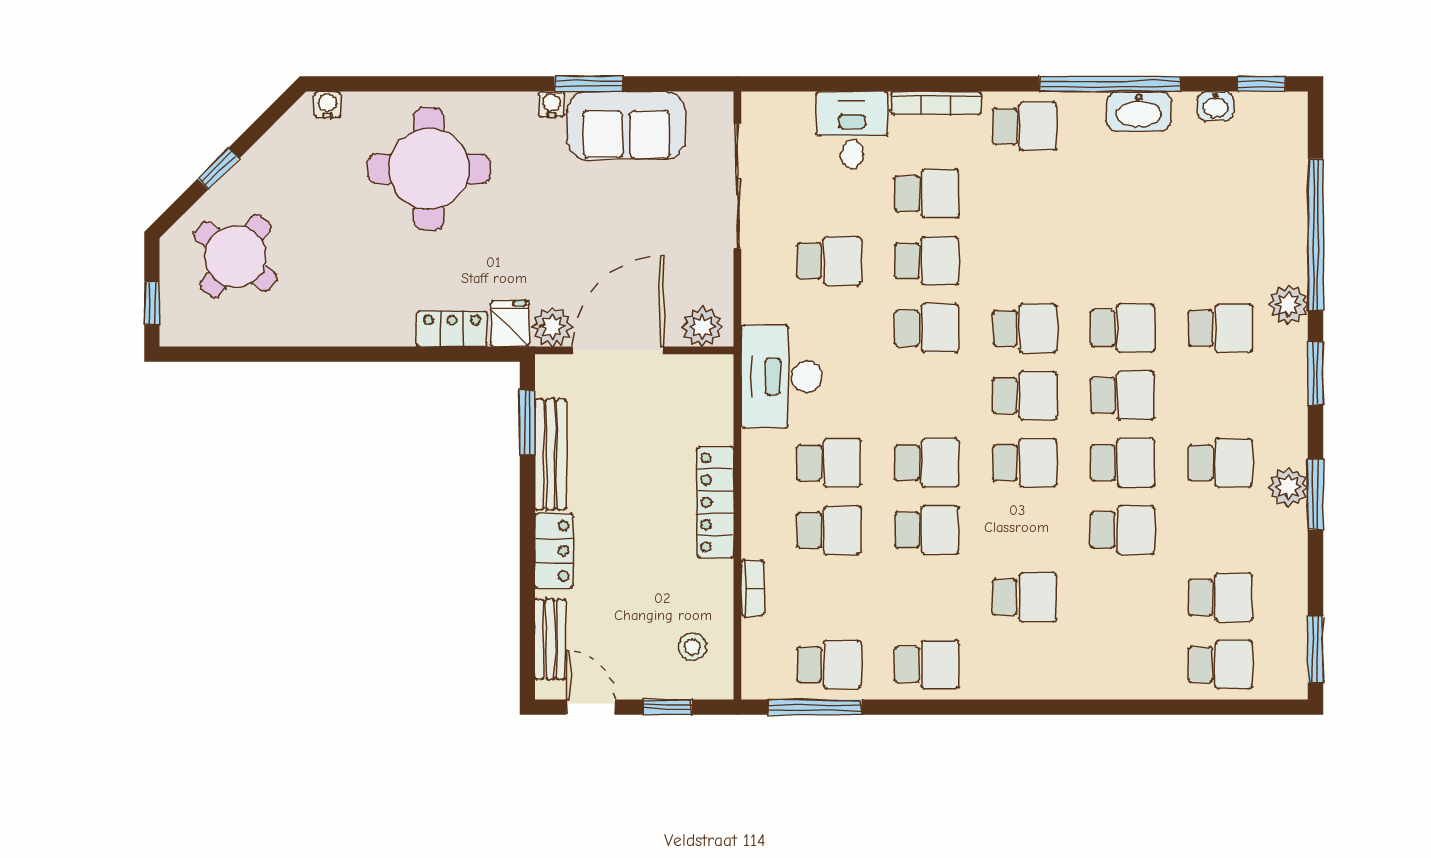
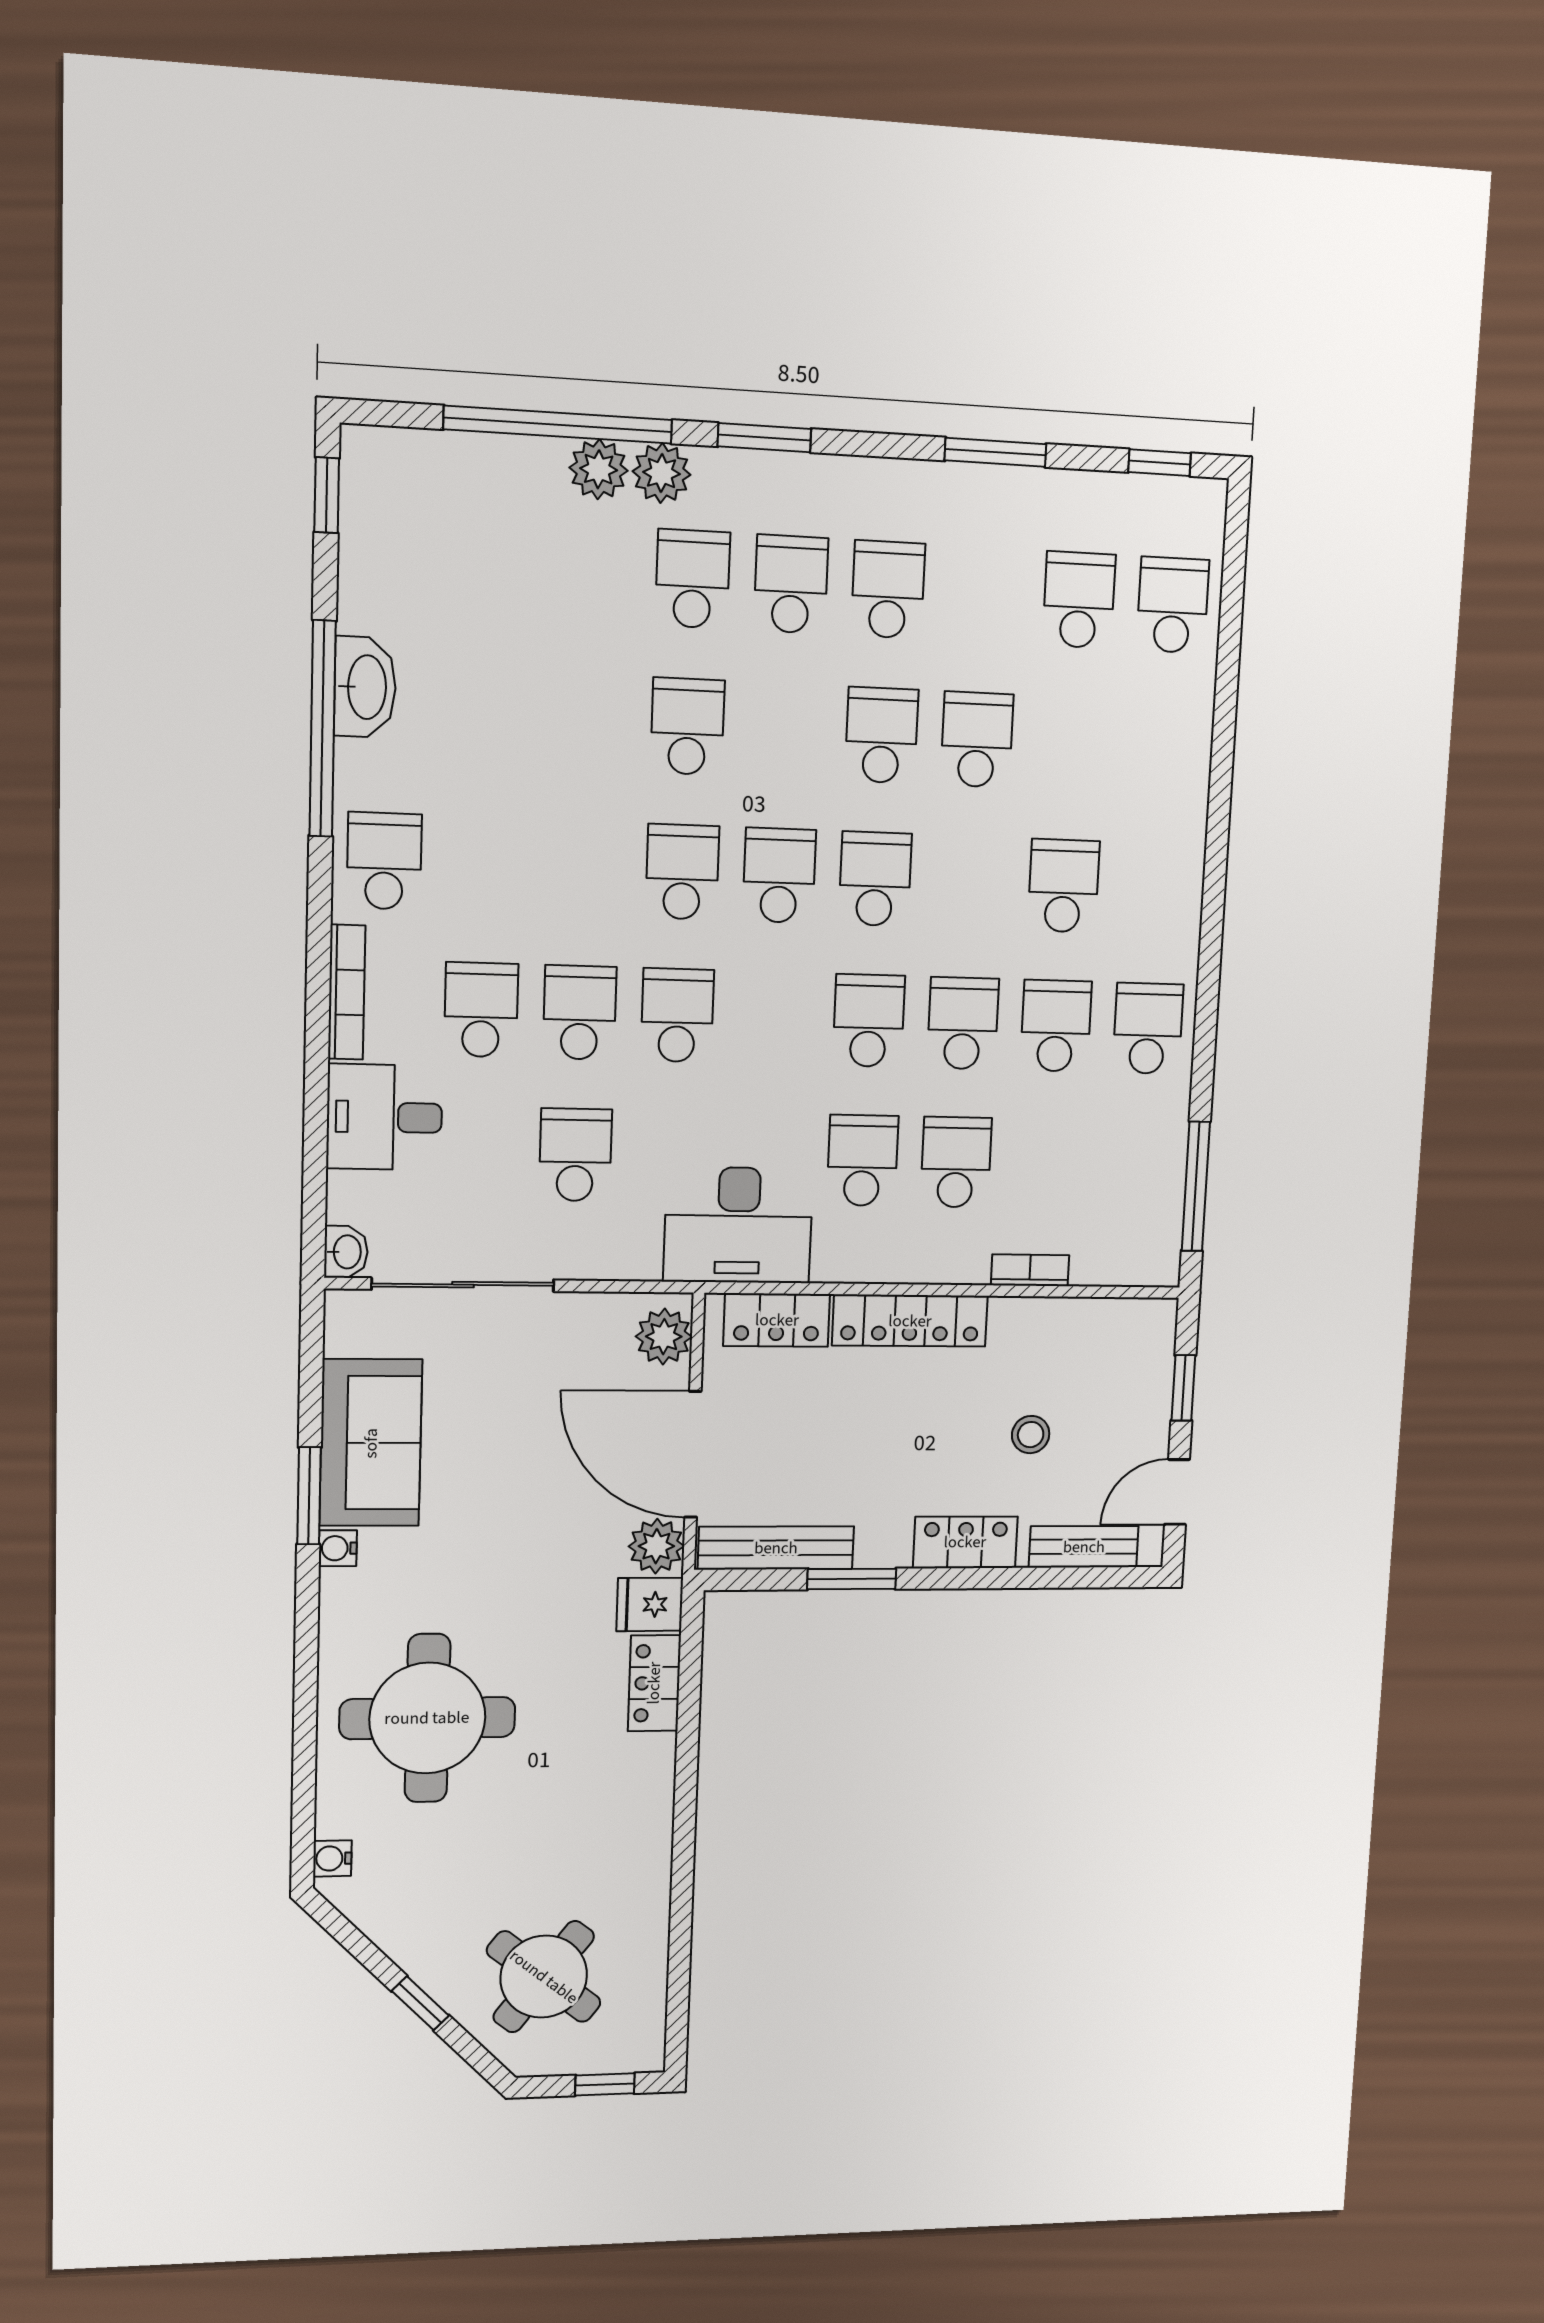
washbasin: (1215, 106) -> (346, 1252), moved
school desk: (1122, 396) -> (791, 584), moved
locker: (715, 406) -> (777, 1320), added
window: (527, 423) -> (852, 1579), moved
bench: (550, 454) -> (776, 1548), moved
plant: (1288, 487) -> (599, 469), moved
window: (1315, 495) -> (995, 452), moved
stool: (692, 647) -> (1031, 1435), moved
window: (1315, 649) -> (1160, 463), width x0.67
school desk: (829, 665) -> (1056, 1026), moved

